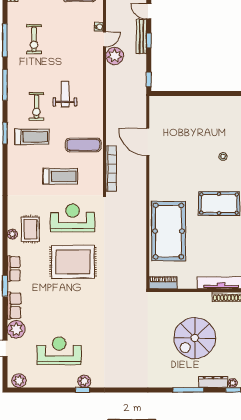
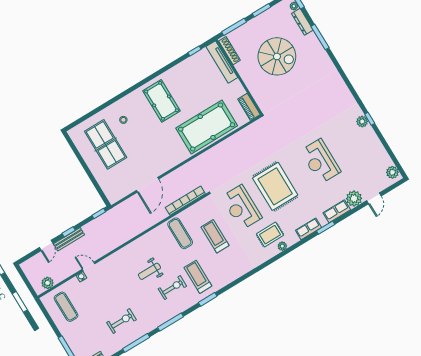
plant: (115, 56) -> (97, 251), removed
table tennis table: (210, 126) -> (106, 144), added
reception desk: (59, 351) -> (320, 161), moved

